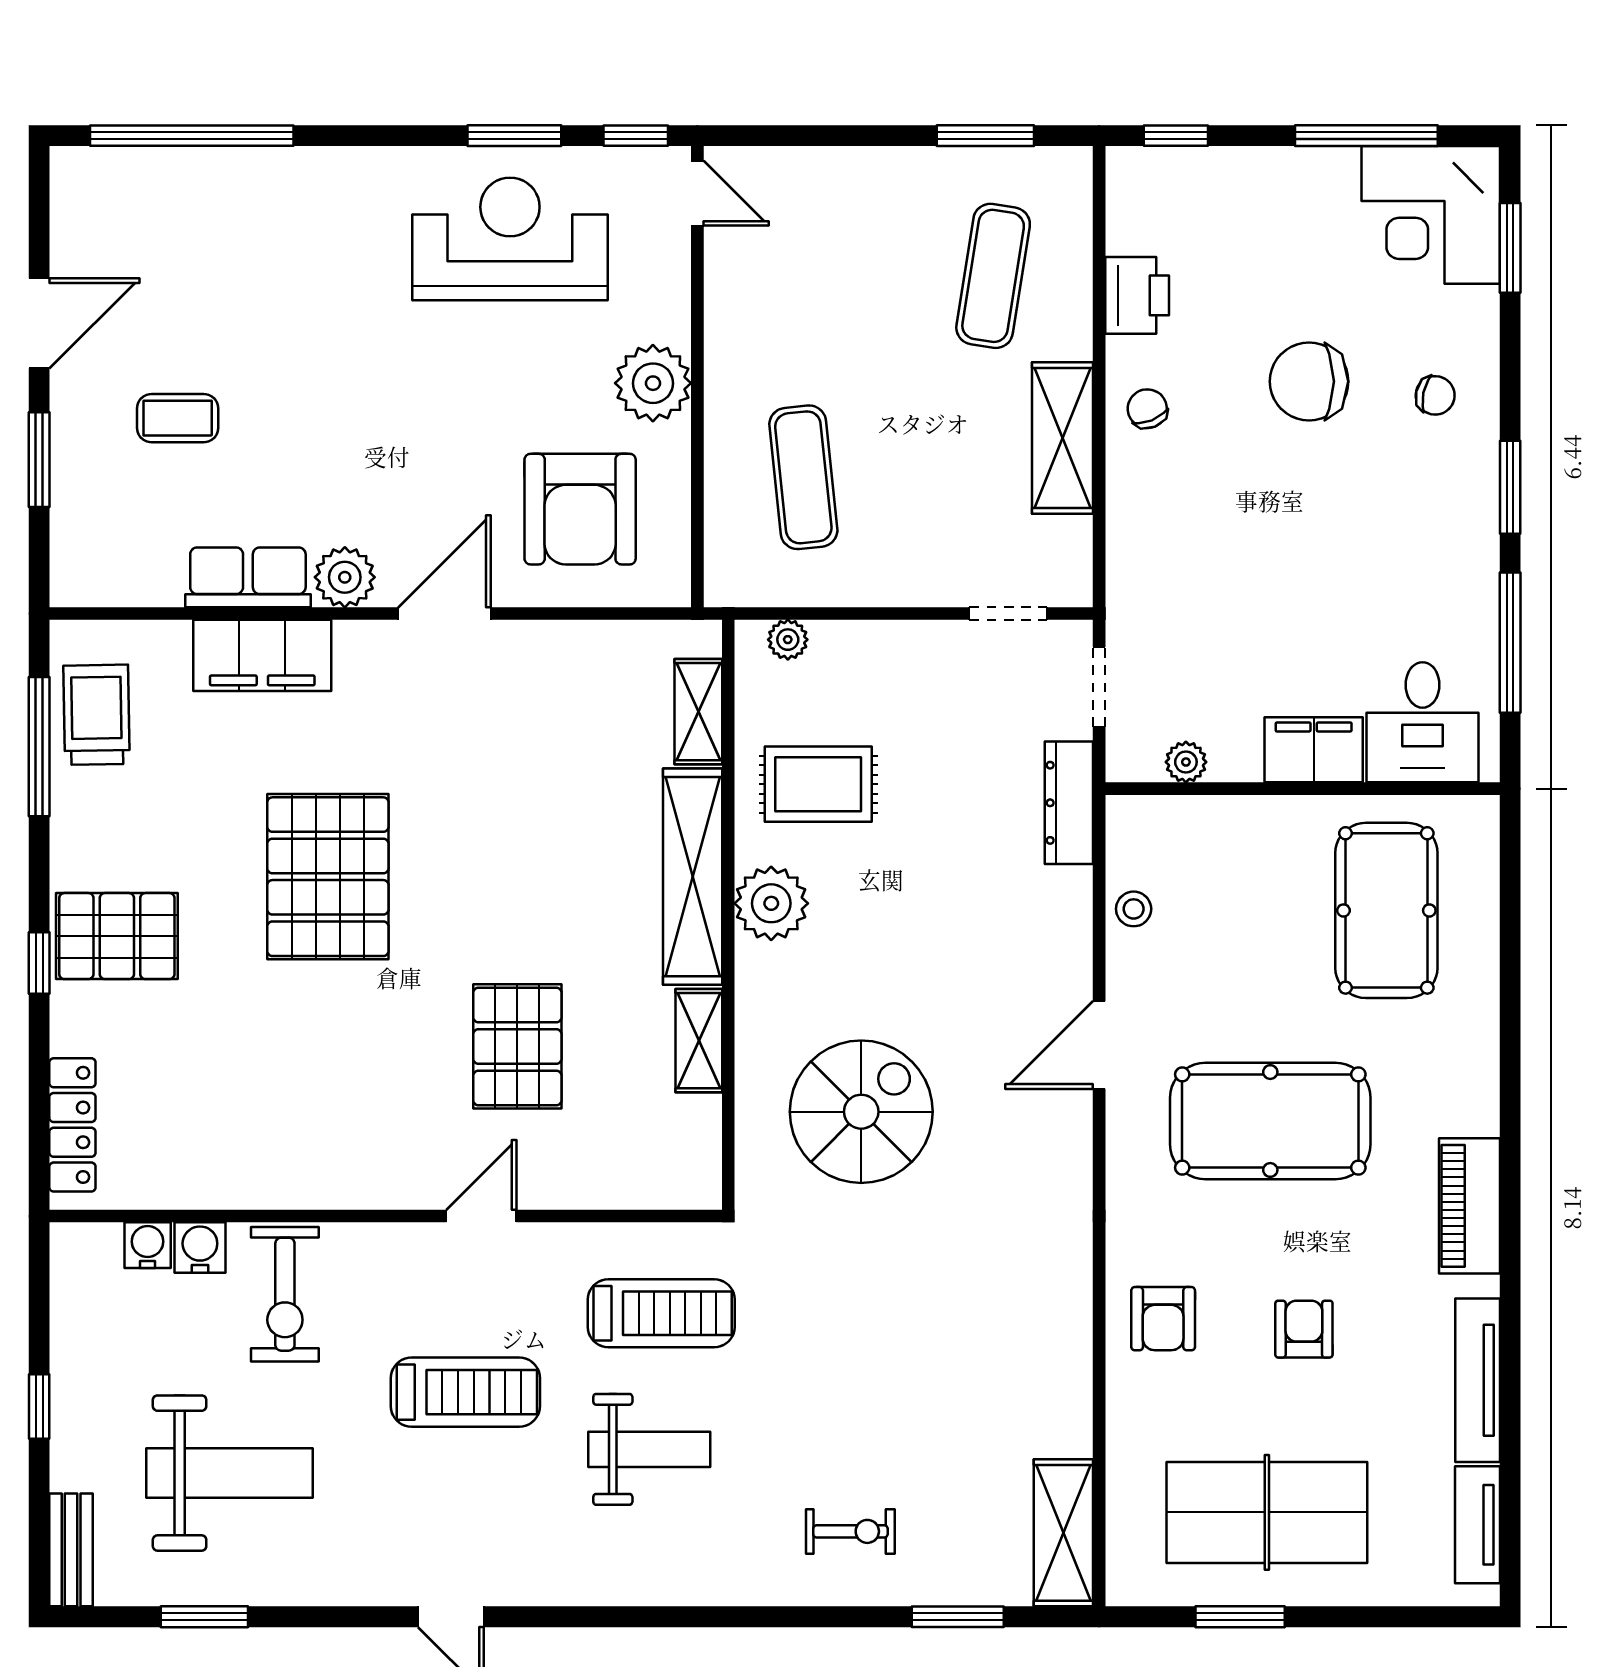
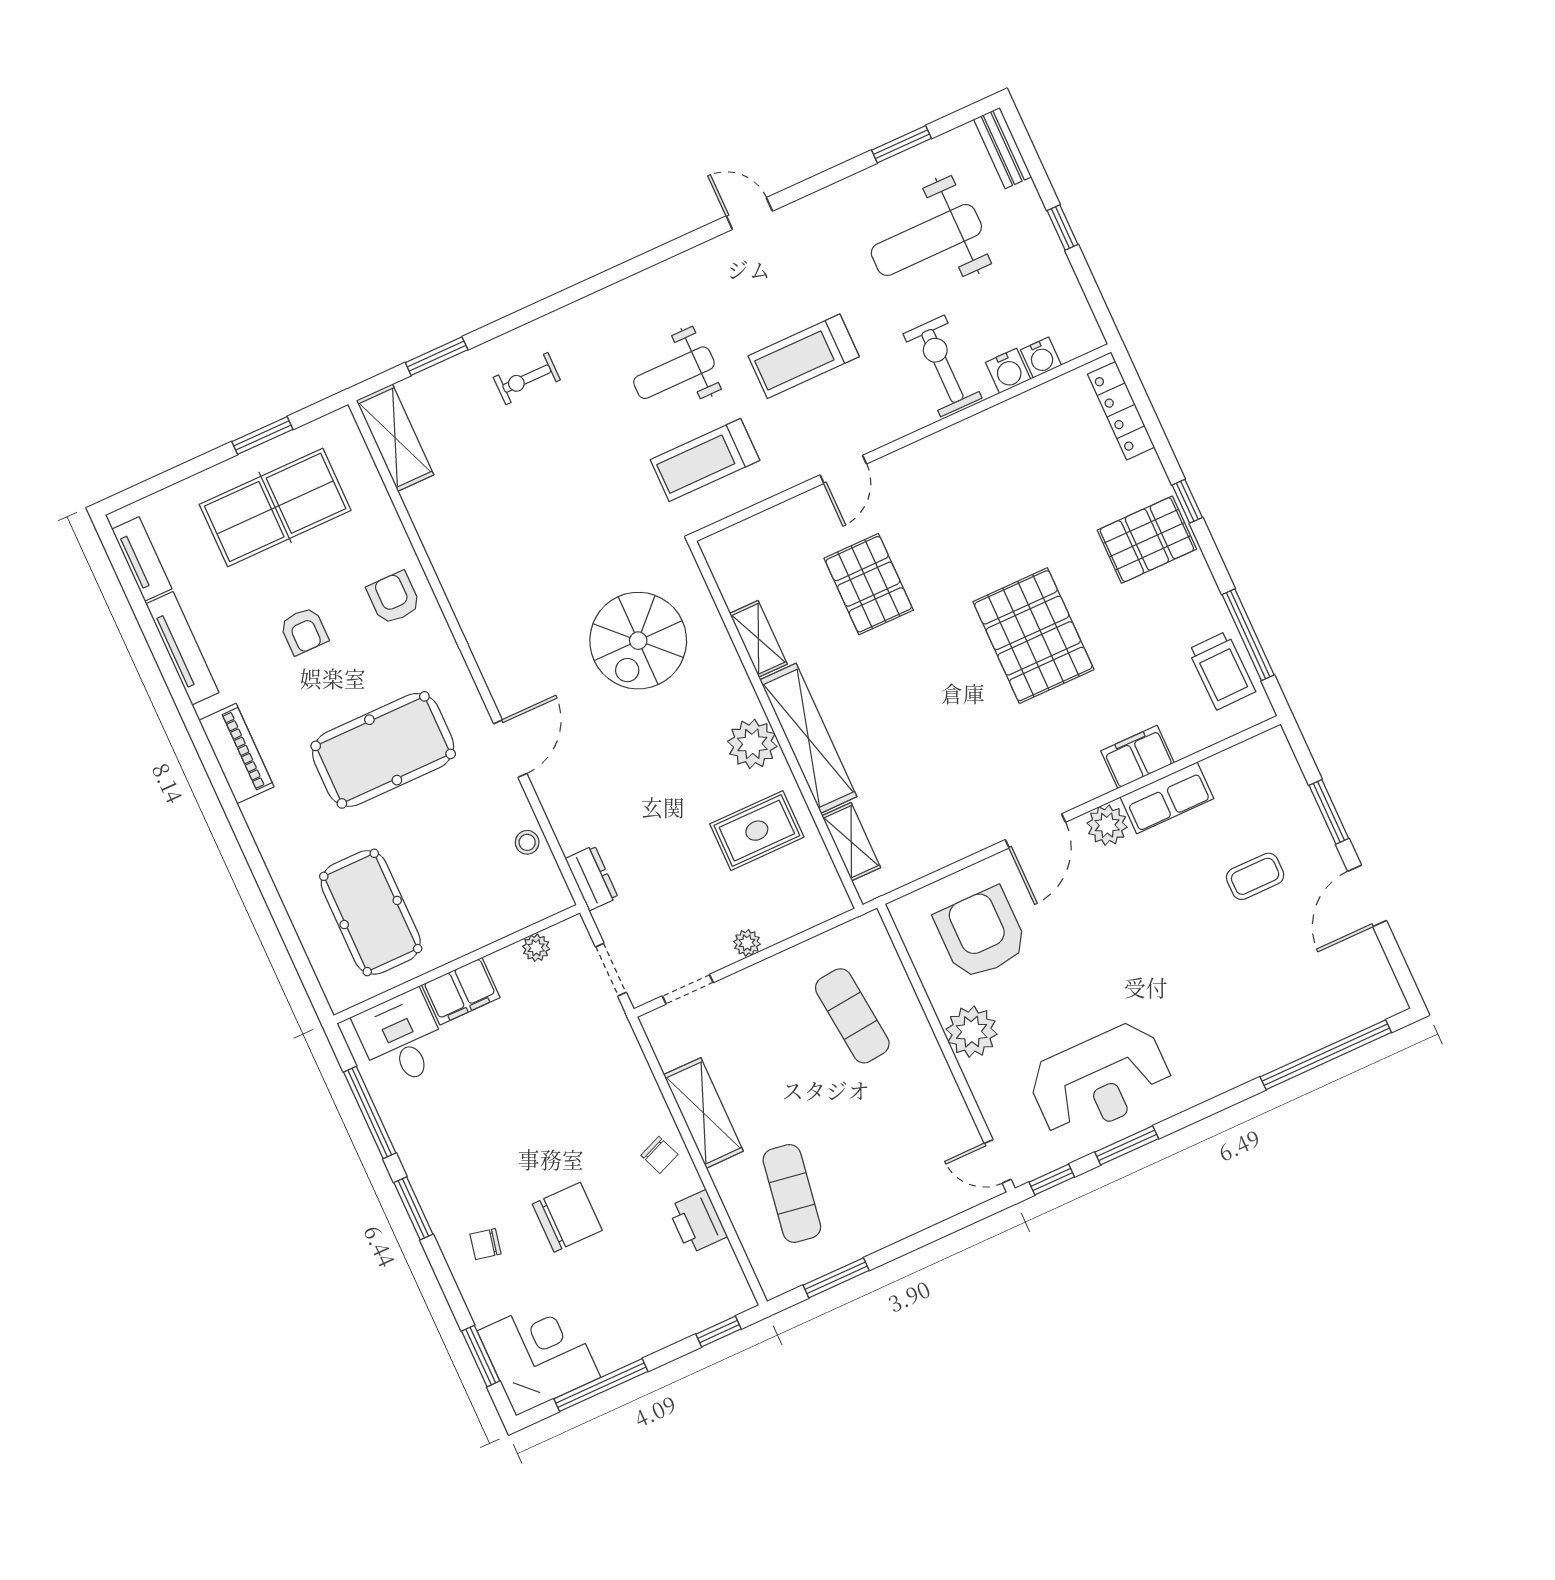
plant: (788, 640) -> (747, 943), moved
filing cabinet: (262, 655) -> (1138, 757), width x0.67, depth x0.86
dresser: (1069, 803) -> (592, 878), width x0.70

